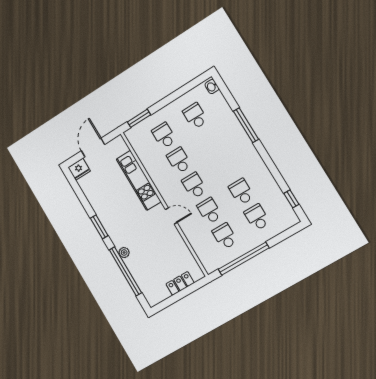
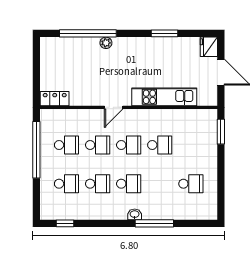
washbasin: (212, 87) -> (135, 214), moved
school desk: (164, 135) -> (129, 184), moved
window: (99, 227) -> (164, 33), moved
locker: (180, 283) -> (55, 99), moved, turned -90

